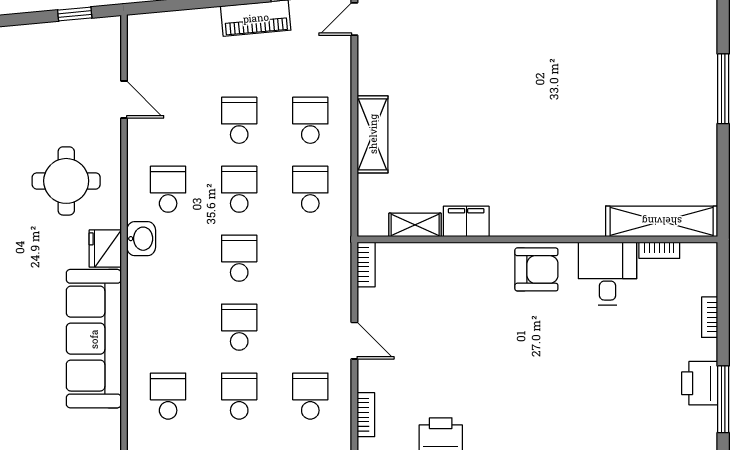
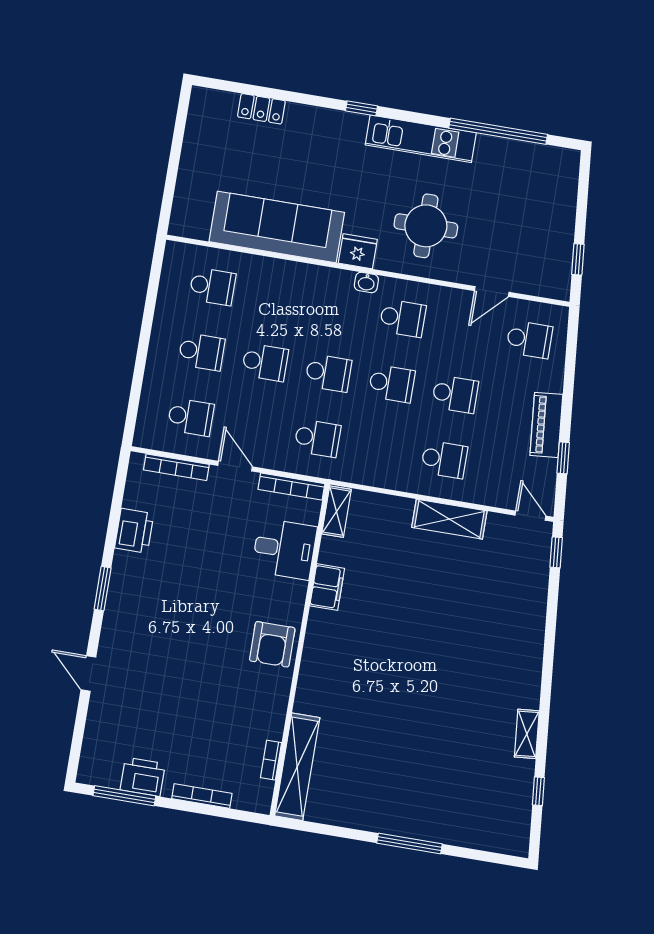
school desk: (168, 51) -> (529, 339), added
shelving: (373, 134) -> (449, 519), moved
school desk: (310, 189) -> (317, 438), moved
shelving: (415, 225) -> (337, 512), moved
washbasin: (141, 239) -> (366, 282), width x0.72, depth x0.69
bookcase: (366, 265) -> (291, 487), width x1.56
desk: (608, 274) -> (284, 549), moved
bookcase: (710, 317) -> (202, 796), width x1.56
door: (354, 341) -> (235, 466), swing flipped
bookcase: (366, 415) -> (176, 467), width x1.56

